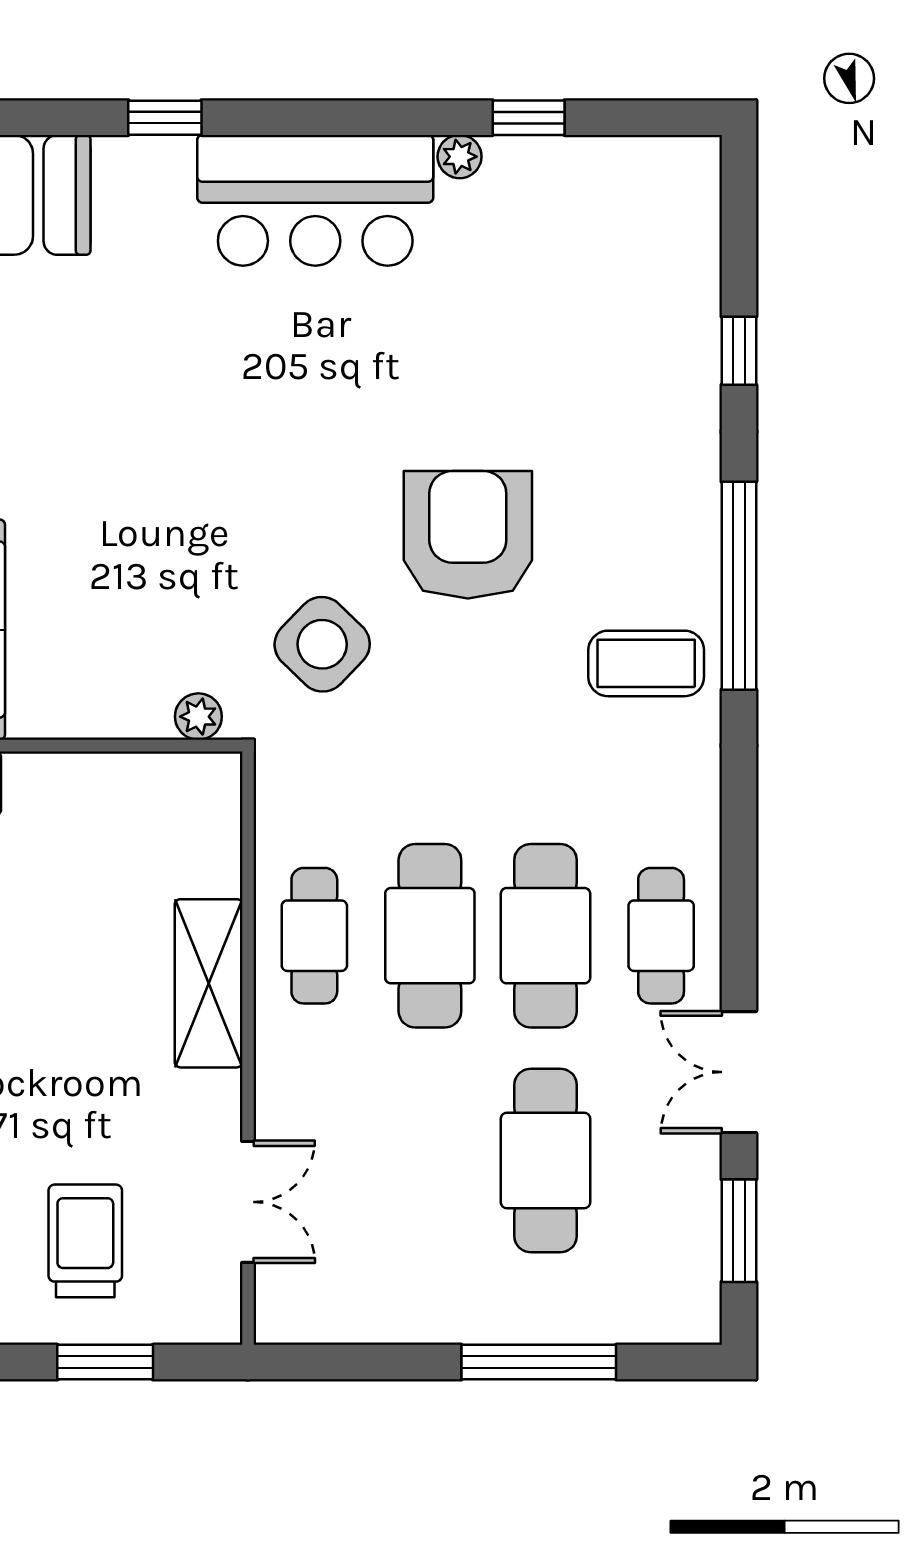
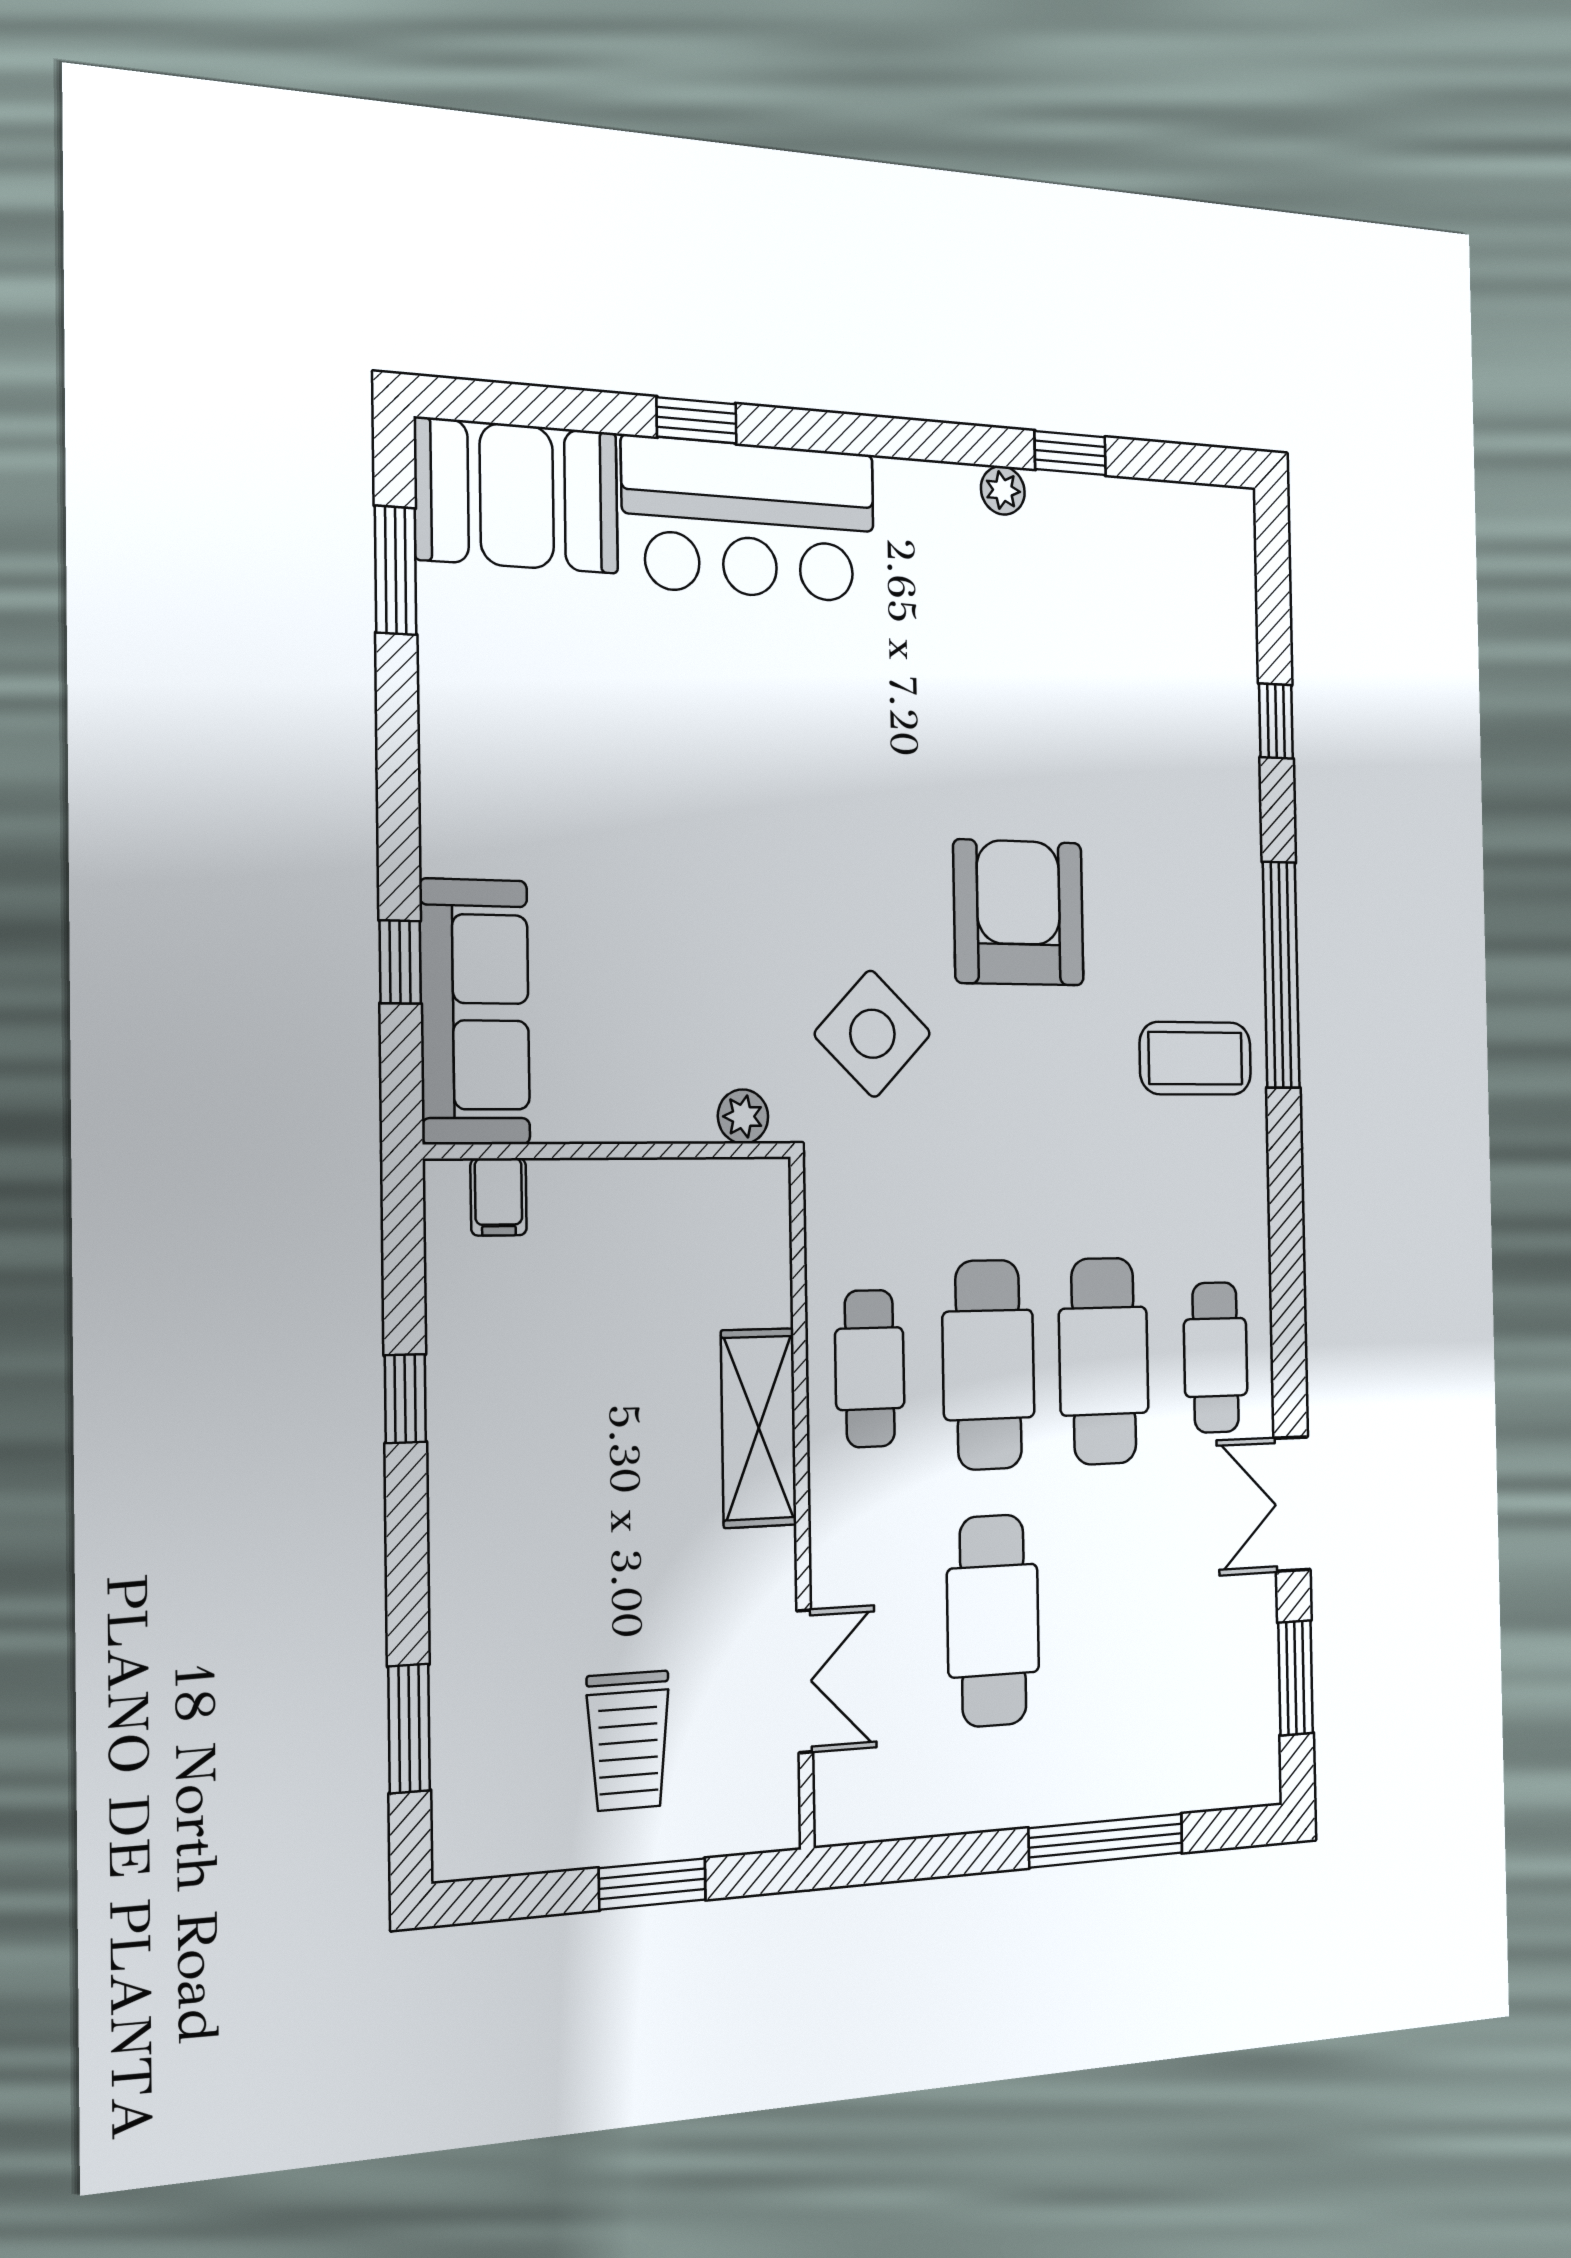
bar counter: (315, 200) -> (749, 520), moved
cafe table: (546, 1160) -> (993, 1621), moved
trolley: (85, 1241) -> (628, 1741), turned 180

